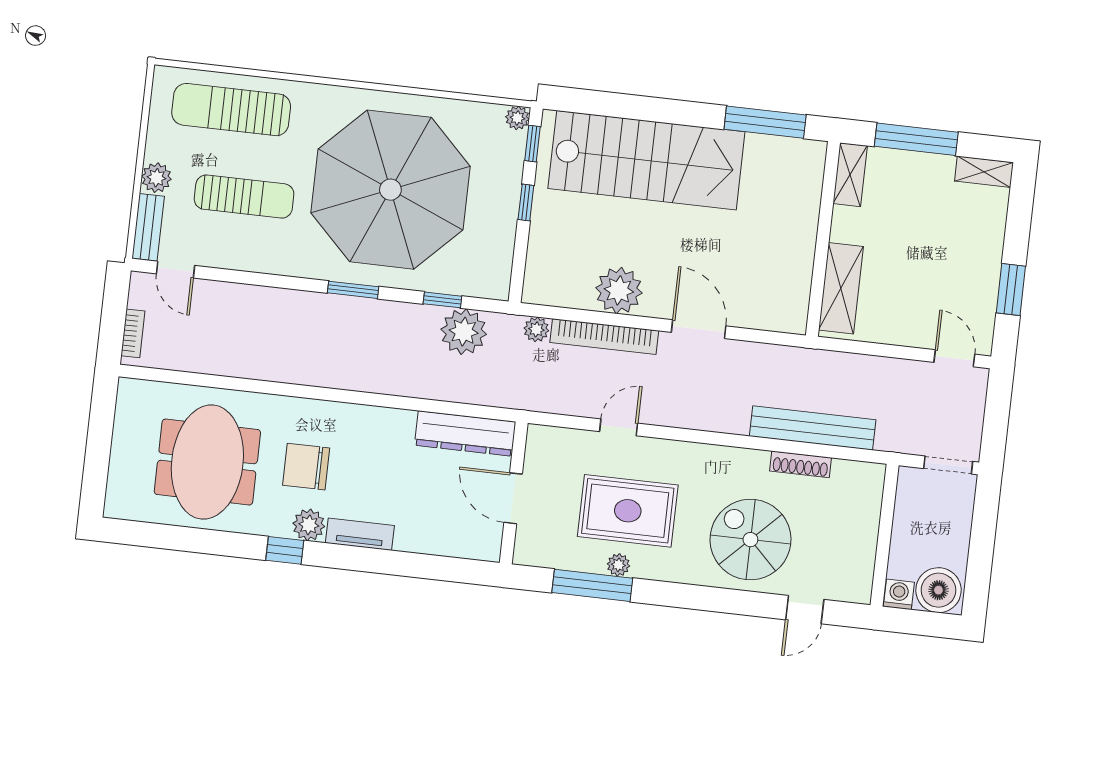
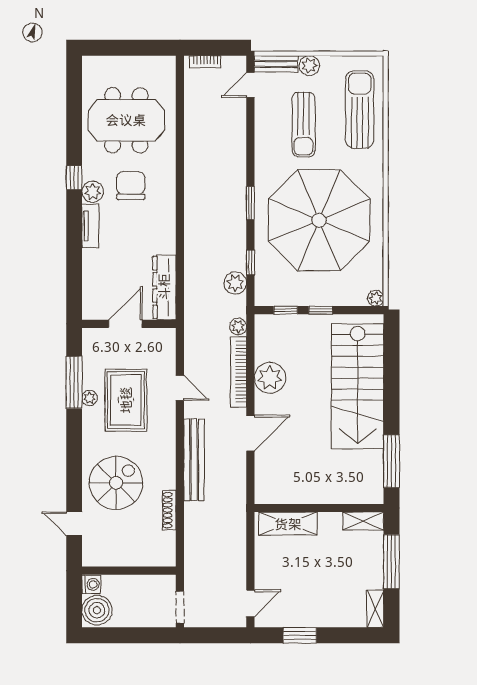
window: (533, 144) -> (286, 310), moved
plant: (464, 332) -> (235, 283), width x0.73, depth x0.73
bench: (813, 428) -> (194, 460), moved

